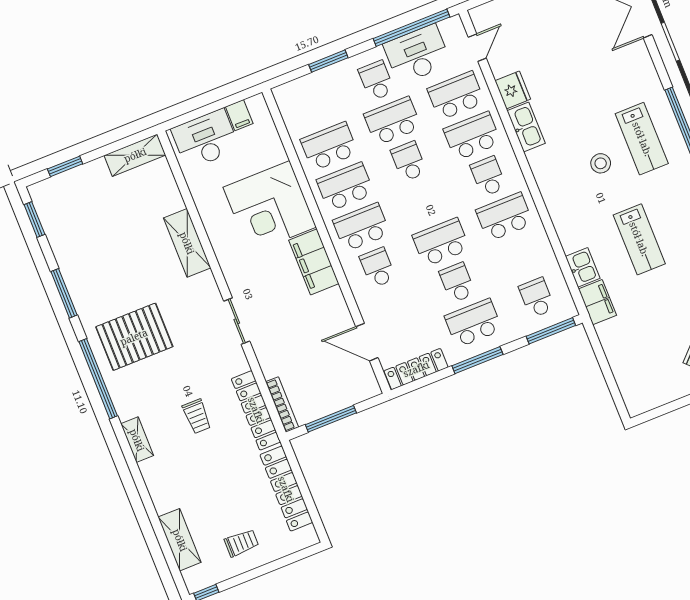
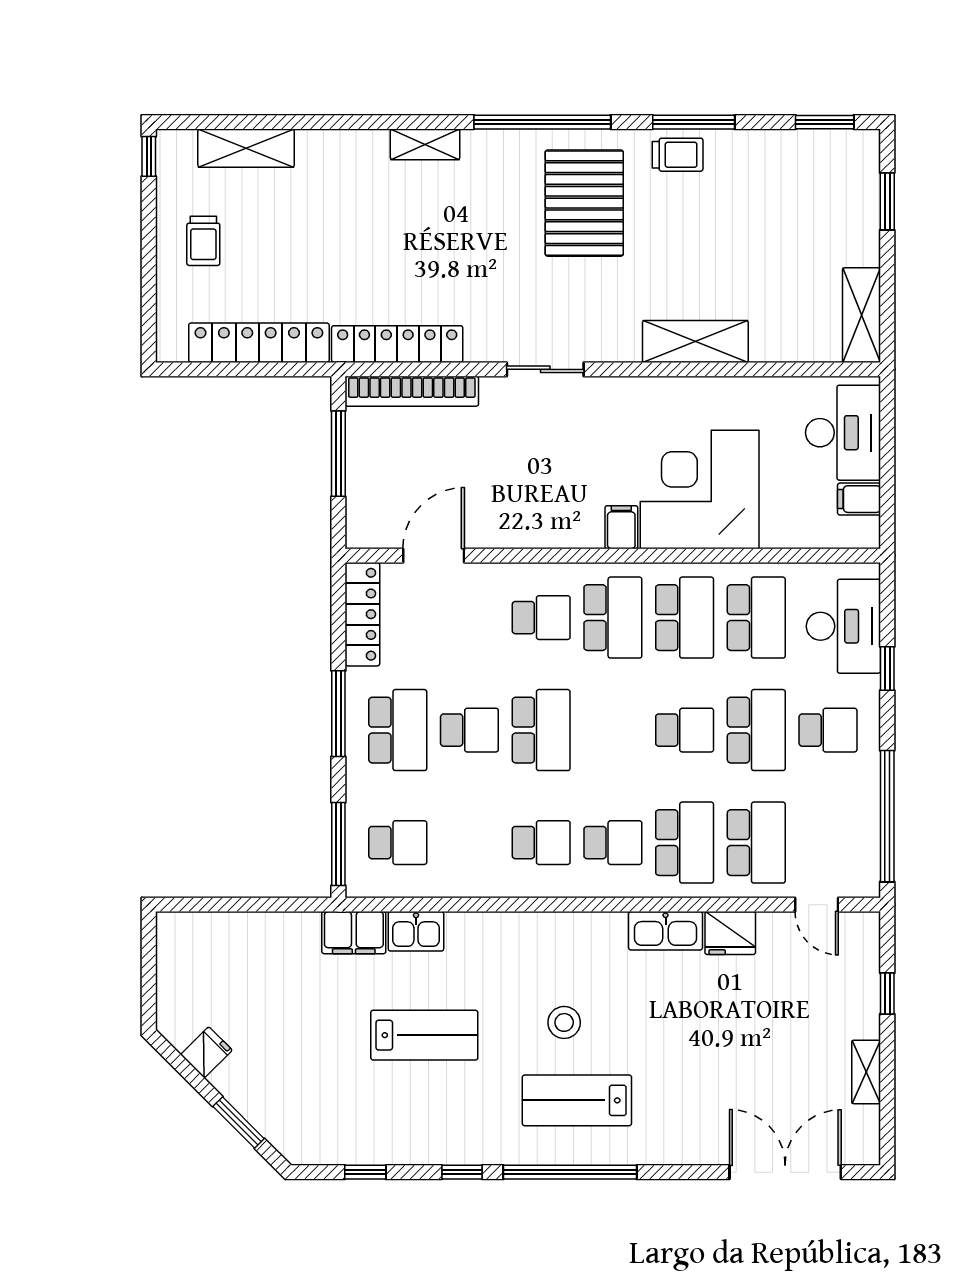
desk: (417, 54) -> (843, 626), moved
window: (328, 61) -> (887, 669), width x0.67
school desk: (504, 217) -> (541, 843), width x0.54
lab bench: (639, 239) -> (424, 1035), turned 180
filing cabinet: (314, 262) -> (621, 527), width x0.33, depth x0.86
bookcase: (282, 404) -> (412, 391), width x1.48, depth x1.31
trolley: (197, 416) -> (678, 155), moved, turned 180

